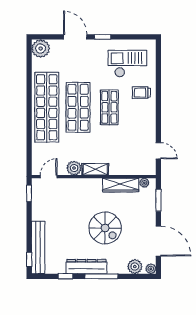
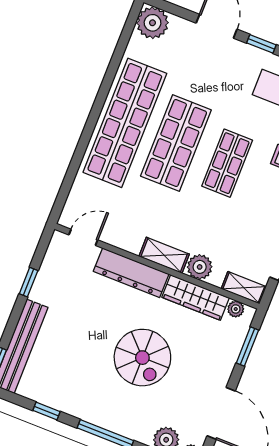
plant: (74, 168) -> (200, 267), moved
shelving: (144, 170) -> (244, 288), added
window: (29, 193) -> (29, 282), moved
dresser: (86, 267) -> (131, 273), moved, turned 180

